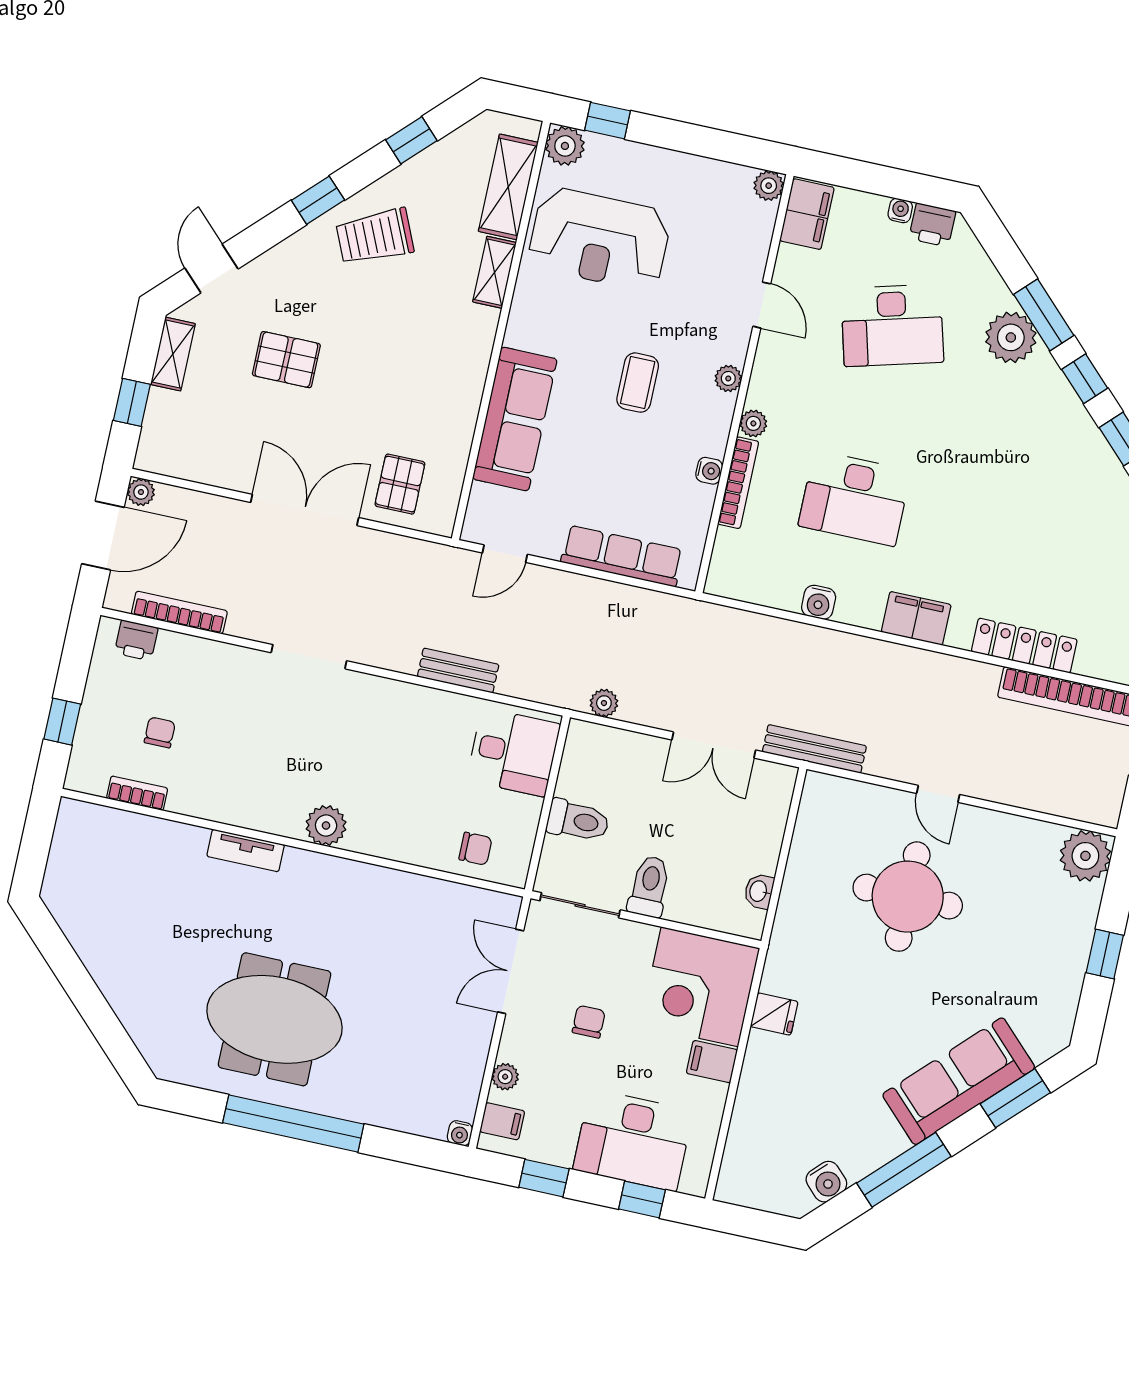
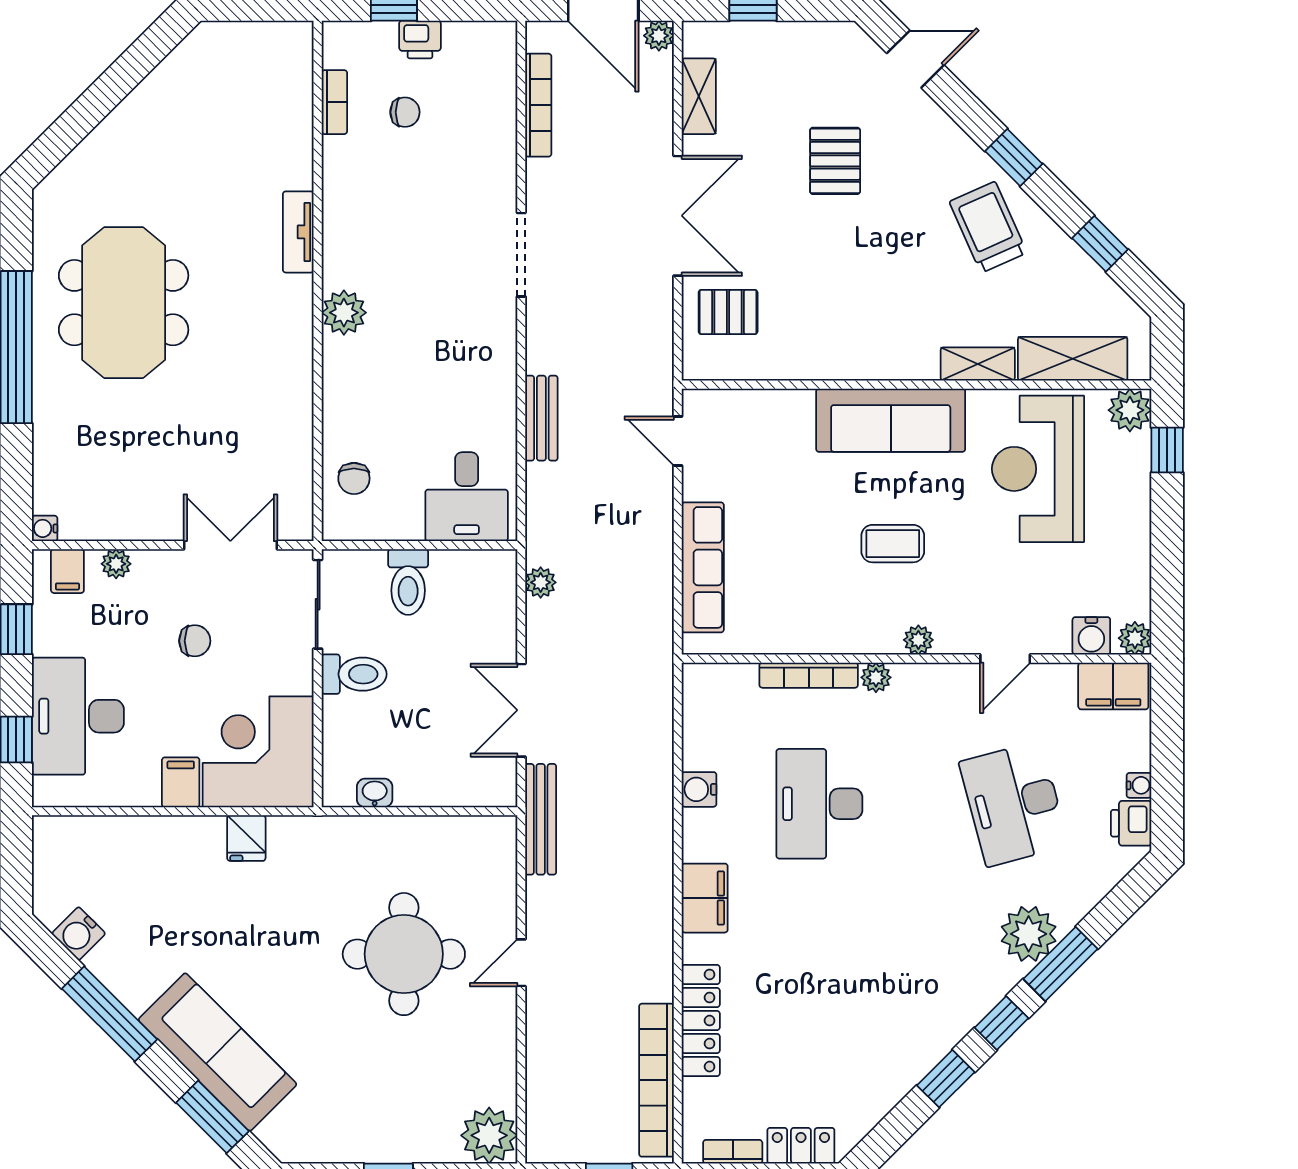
shelving: (173, 354) -> (699, 96), moved, turned 90
sofa: (515, 419) -> (891, 420), moved
water cooler: (709, 471) -> (1091, 636), moved, width x1.38, depth x1.38
printer: (136, 640) -> (420, 39), moved, turned -90

